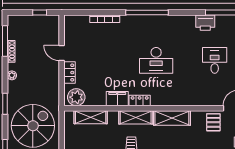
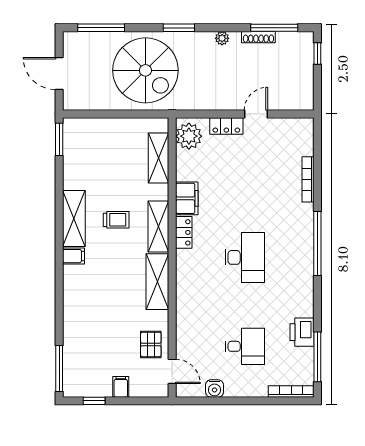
window: (40, 13) -> (317, 53), moved
desk: (156, 60) -> (245, 257), turned 180
pallet: (213, 122) -> (151, 344), turned 90

